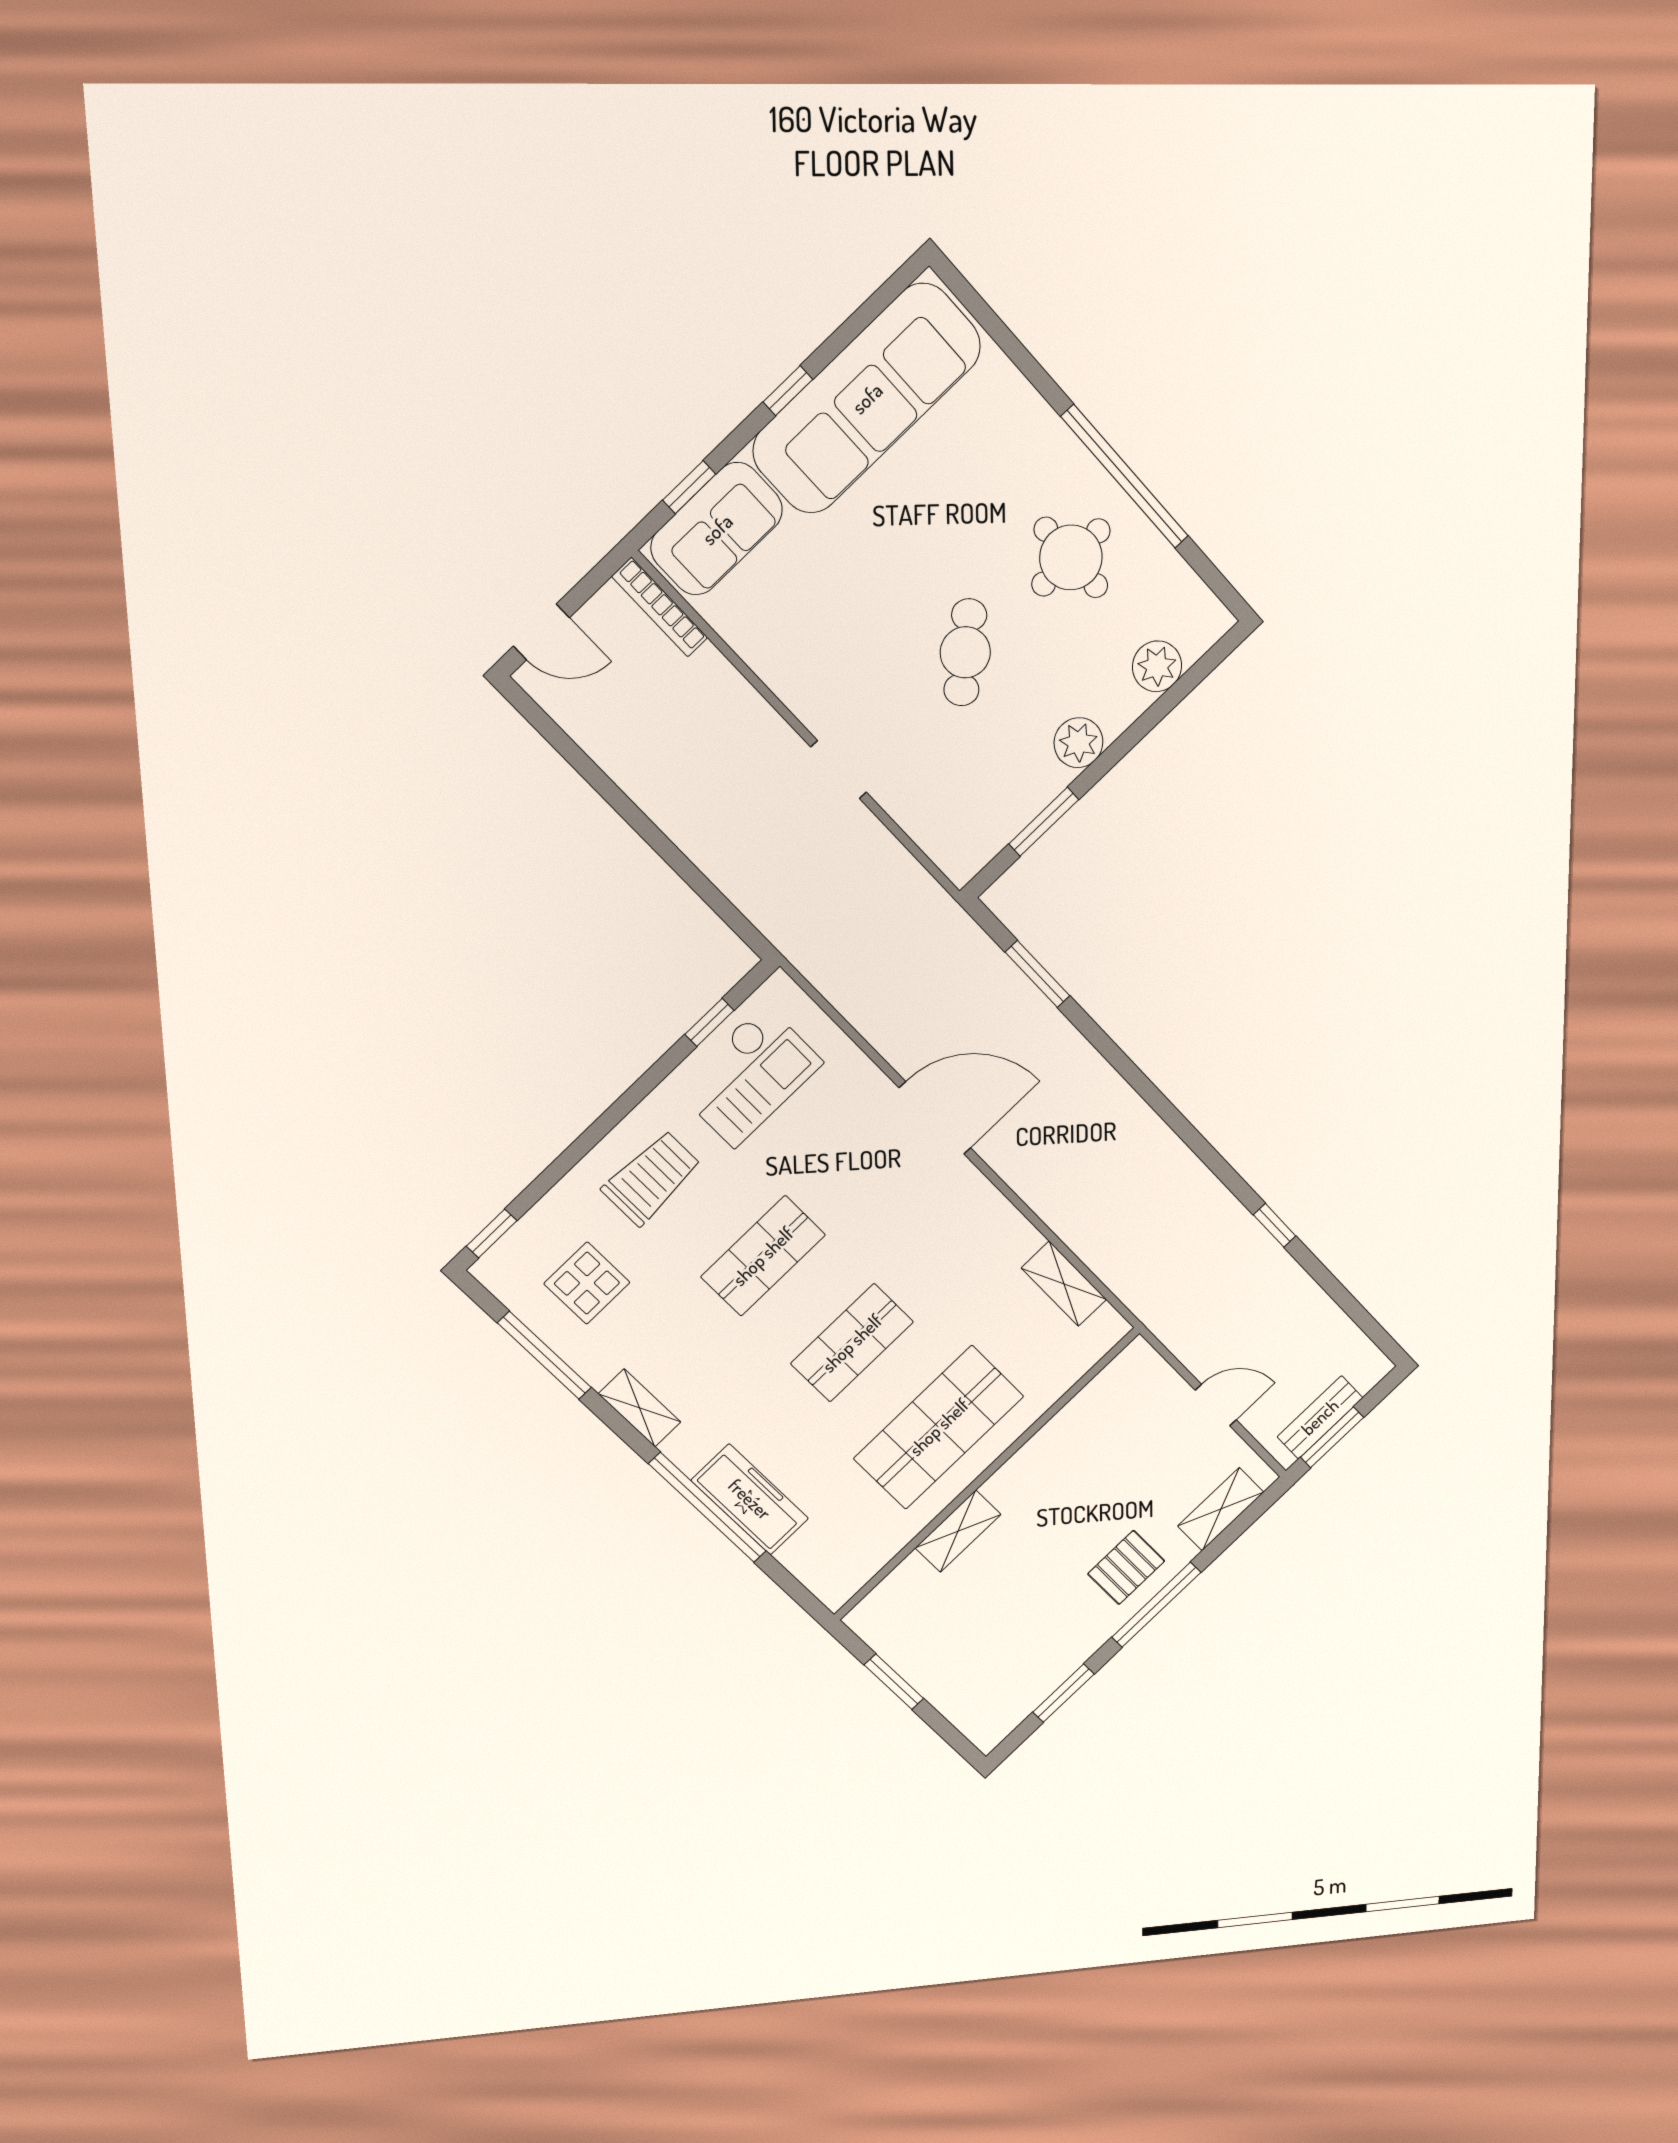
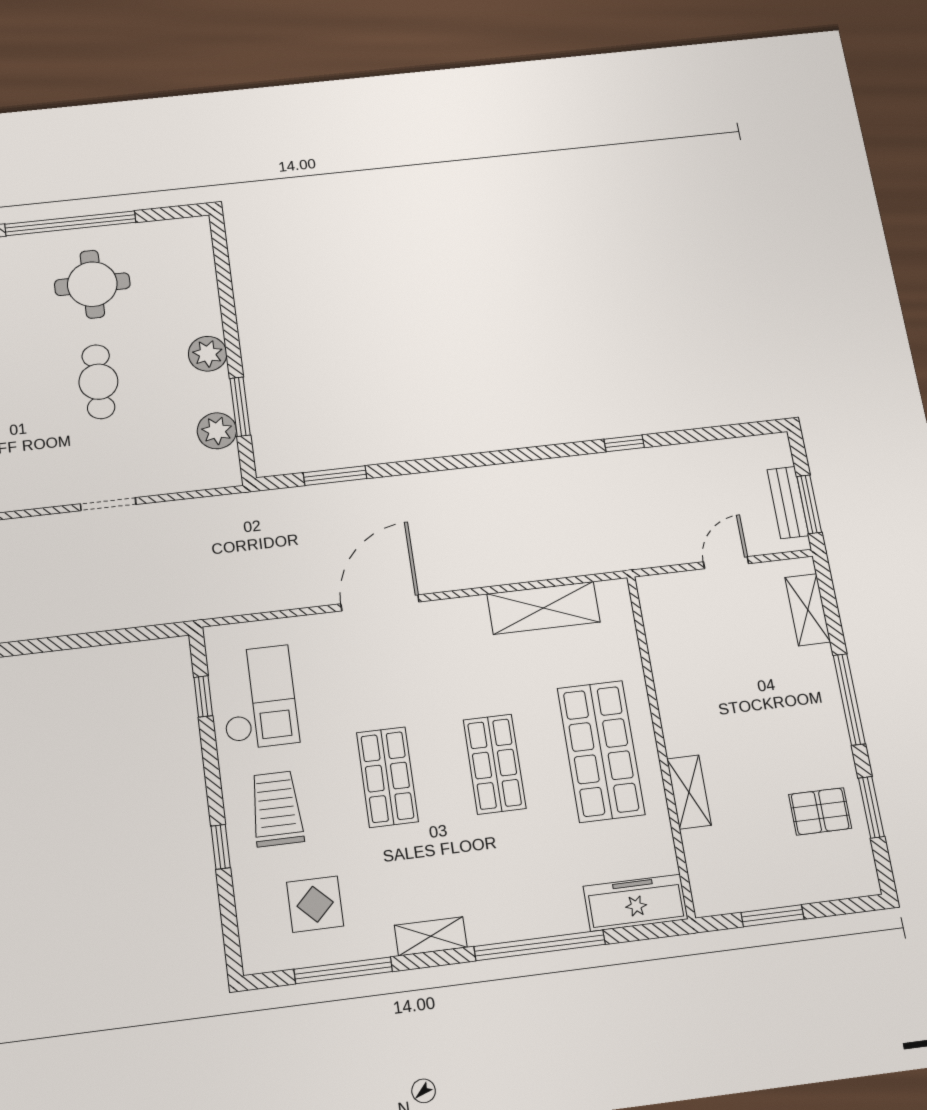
cafe table: (965, 652) -> (98, 382), turned 41
plant: (1157, 666) -> (217, 431), moved
window: (492, 1233) -> (221, 847), moved
shelving: (1064, 1284) -> (543, 608), width x1.50, depth x1.33
freezer: (750, 1499) -> (636, 903), moved
pallet: (1126, 1567) -> (820, 811), moved, turned 90

